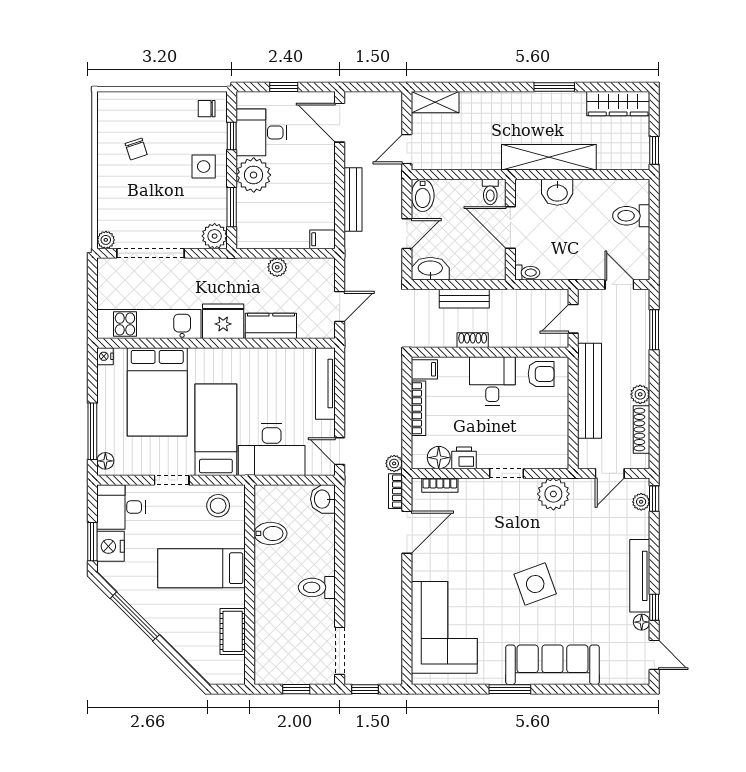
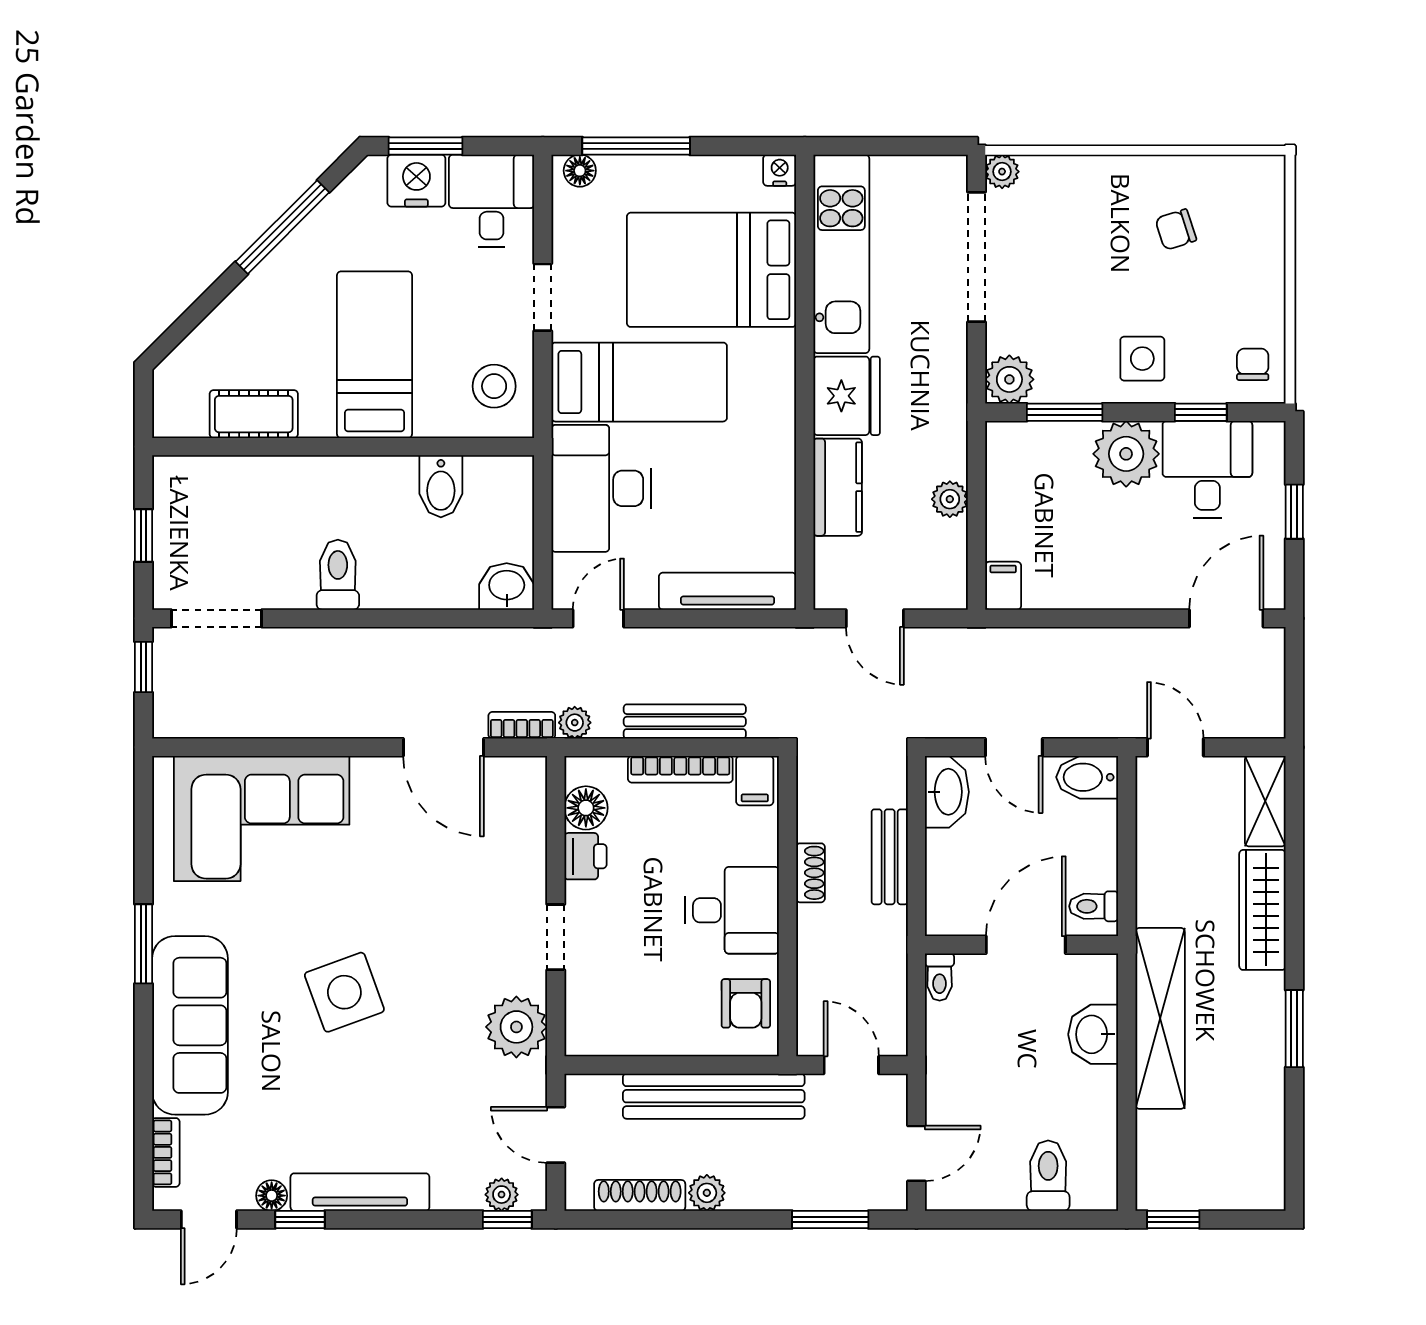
wardrobe: (618, 104) -> (1262, 910), moved
bench: (353, 199) -> (685, 722), moved
bookcase: (440, 485) -> (166, 1152), moved, turned 180

